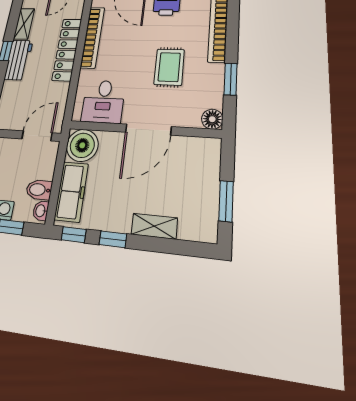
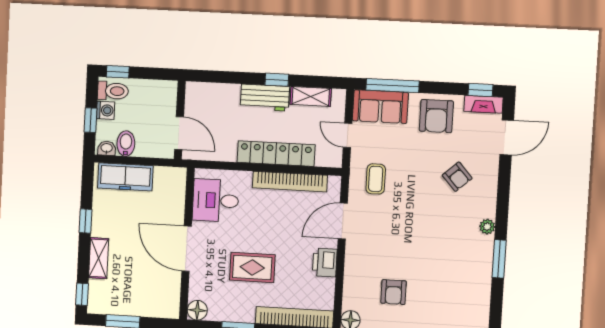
boiler: (82, 145) -> (170, 183), removed
window: (74, 235) -> (82, 294), moved

